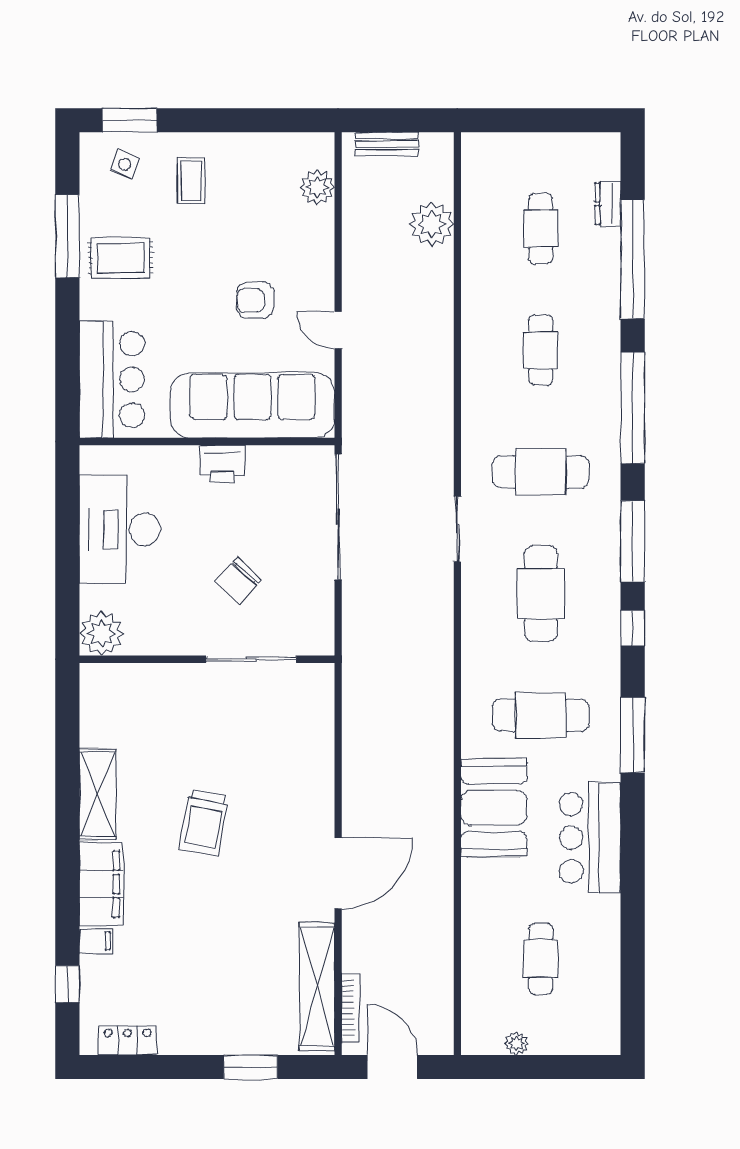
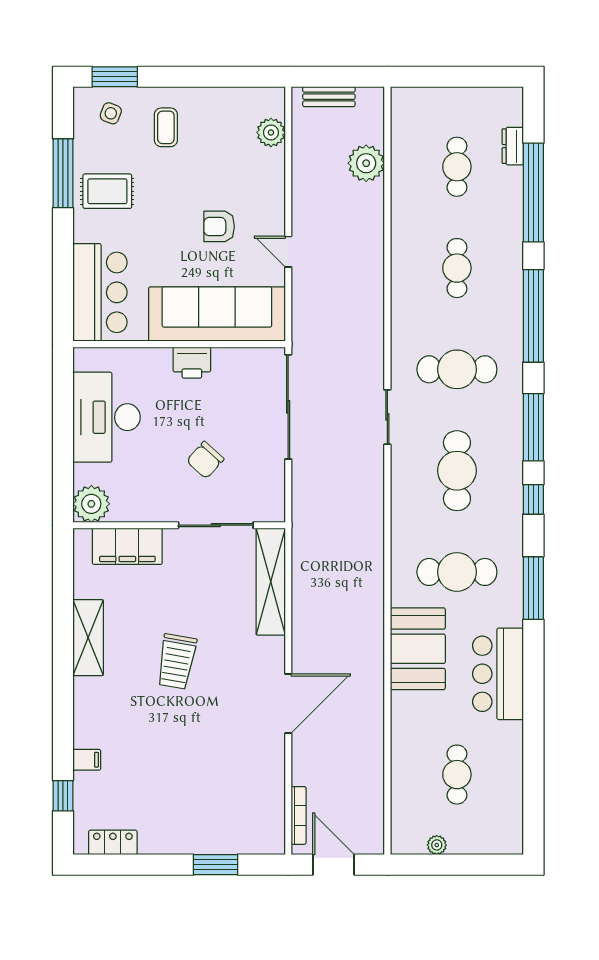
filing cabinet: (101, 884) -> (127, 546), moved, turned 90
shelving: (317, 987) -> (271, 582), moved

